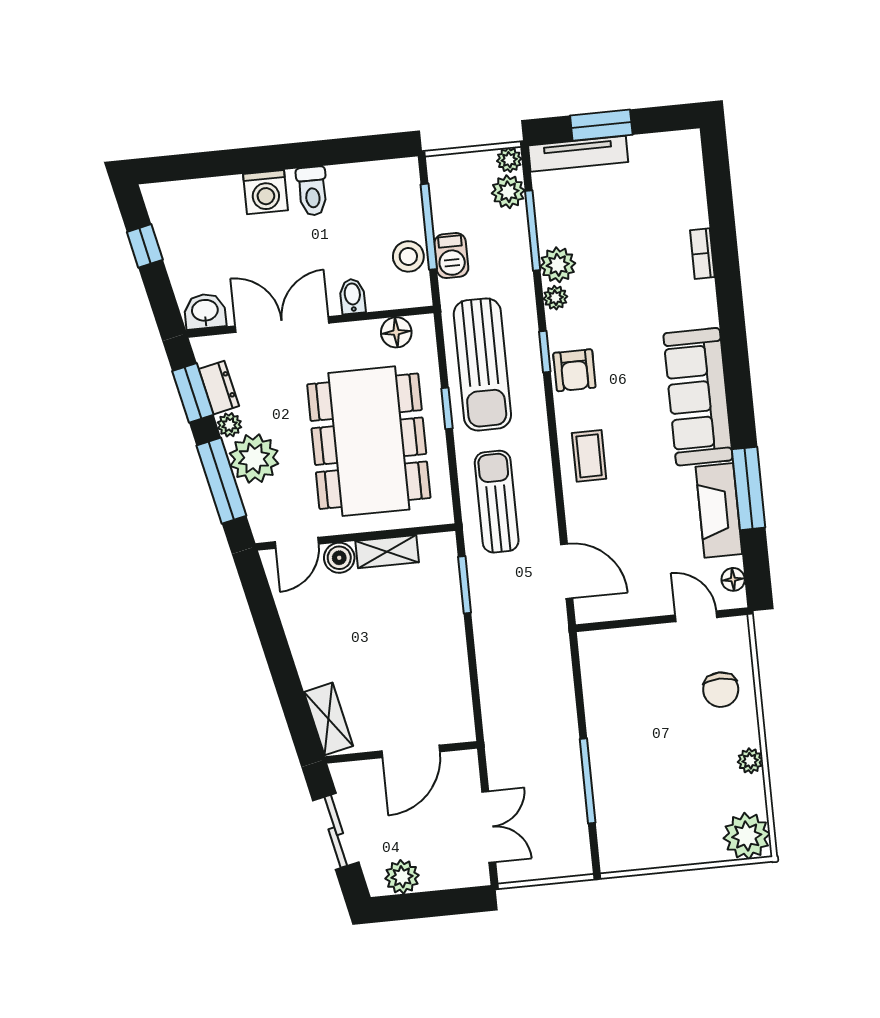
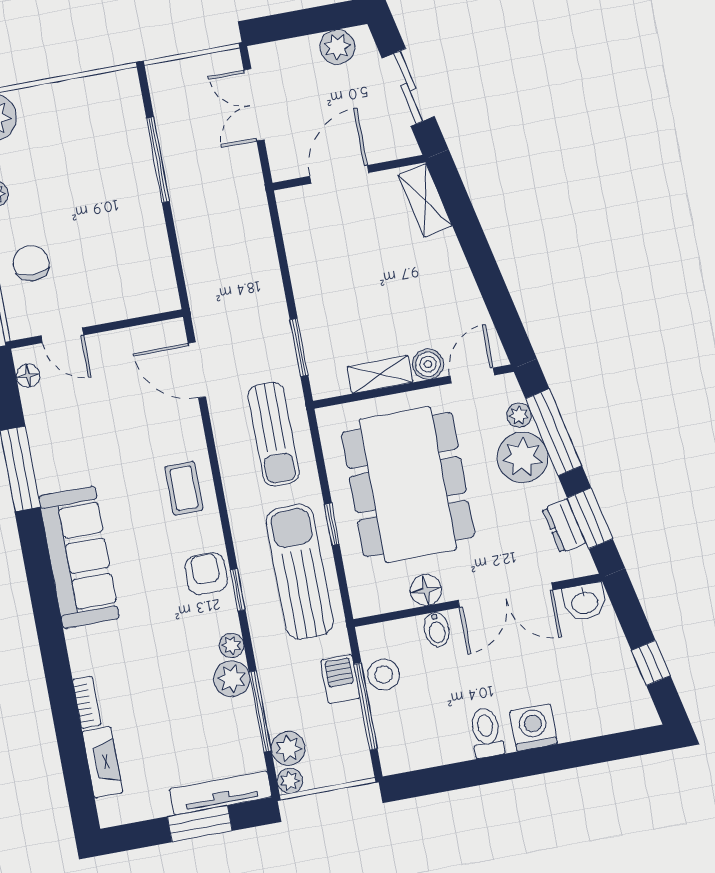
floor lamp: (396, 332) -> (426, 590), moved
plant: (229, 425) -> (519, 415), moved
fireplace: (719, 510) -> (102, 762), moved, width x0.73, depth x0.76

